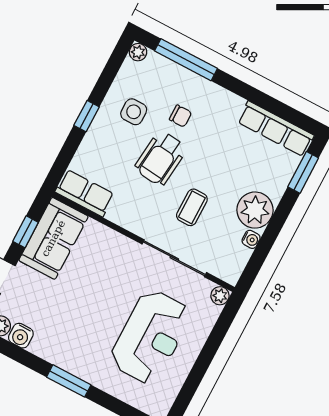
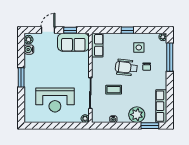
plant: (255, 210) -> (137, 115), moved

